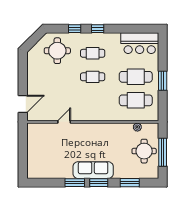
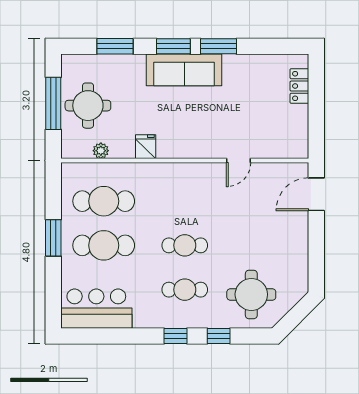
fridge: (113, 129) -> (146, 147), added
locker: (32, 161) -> (299, 86), added

